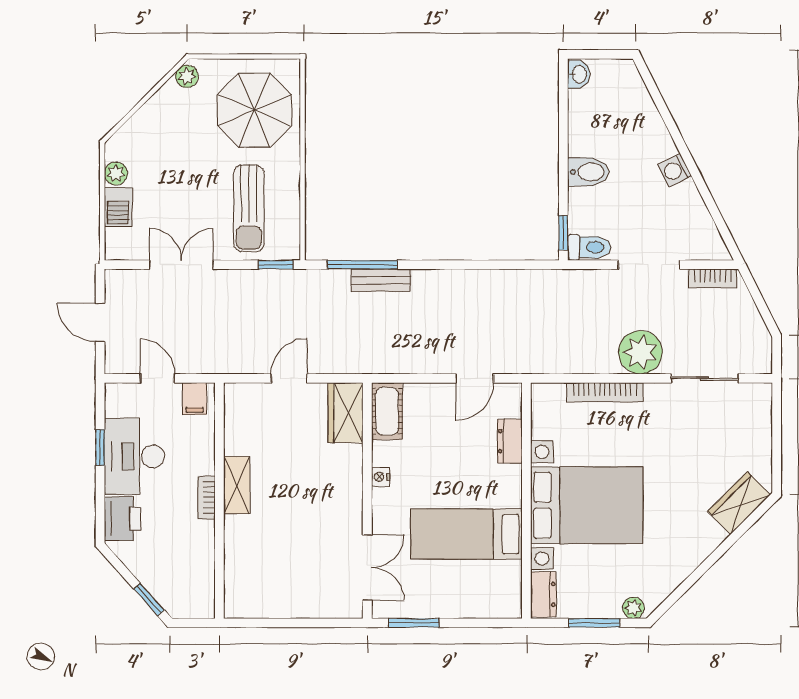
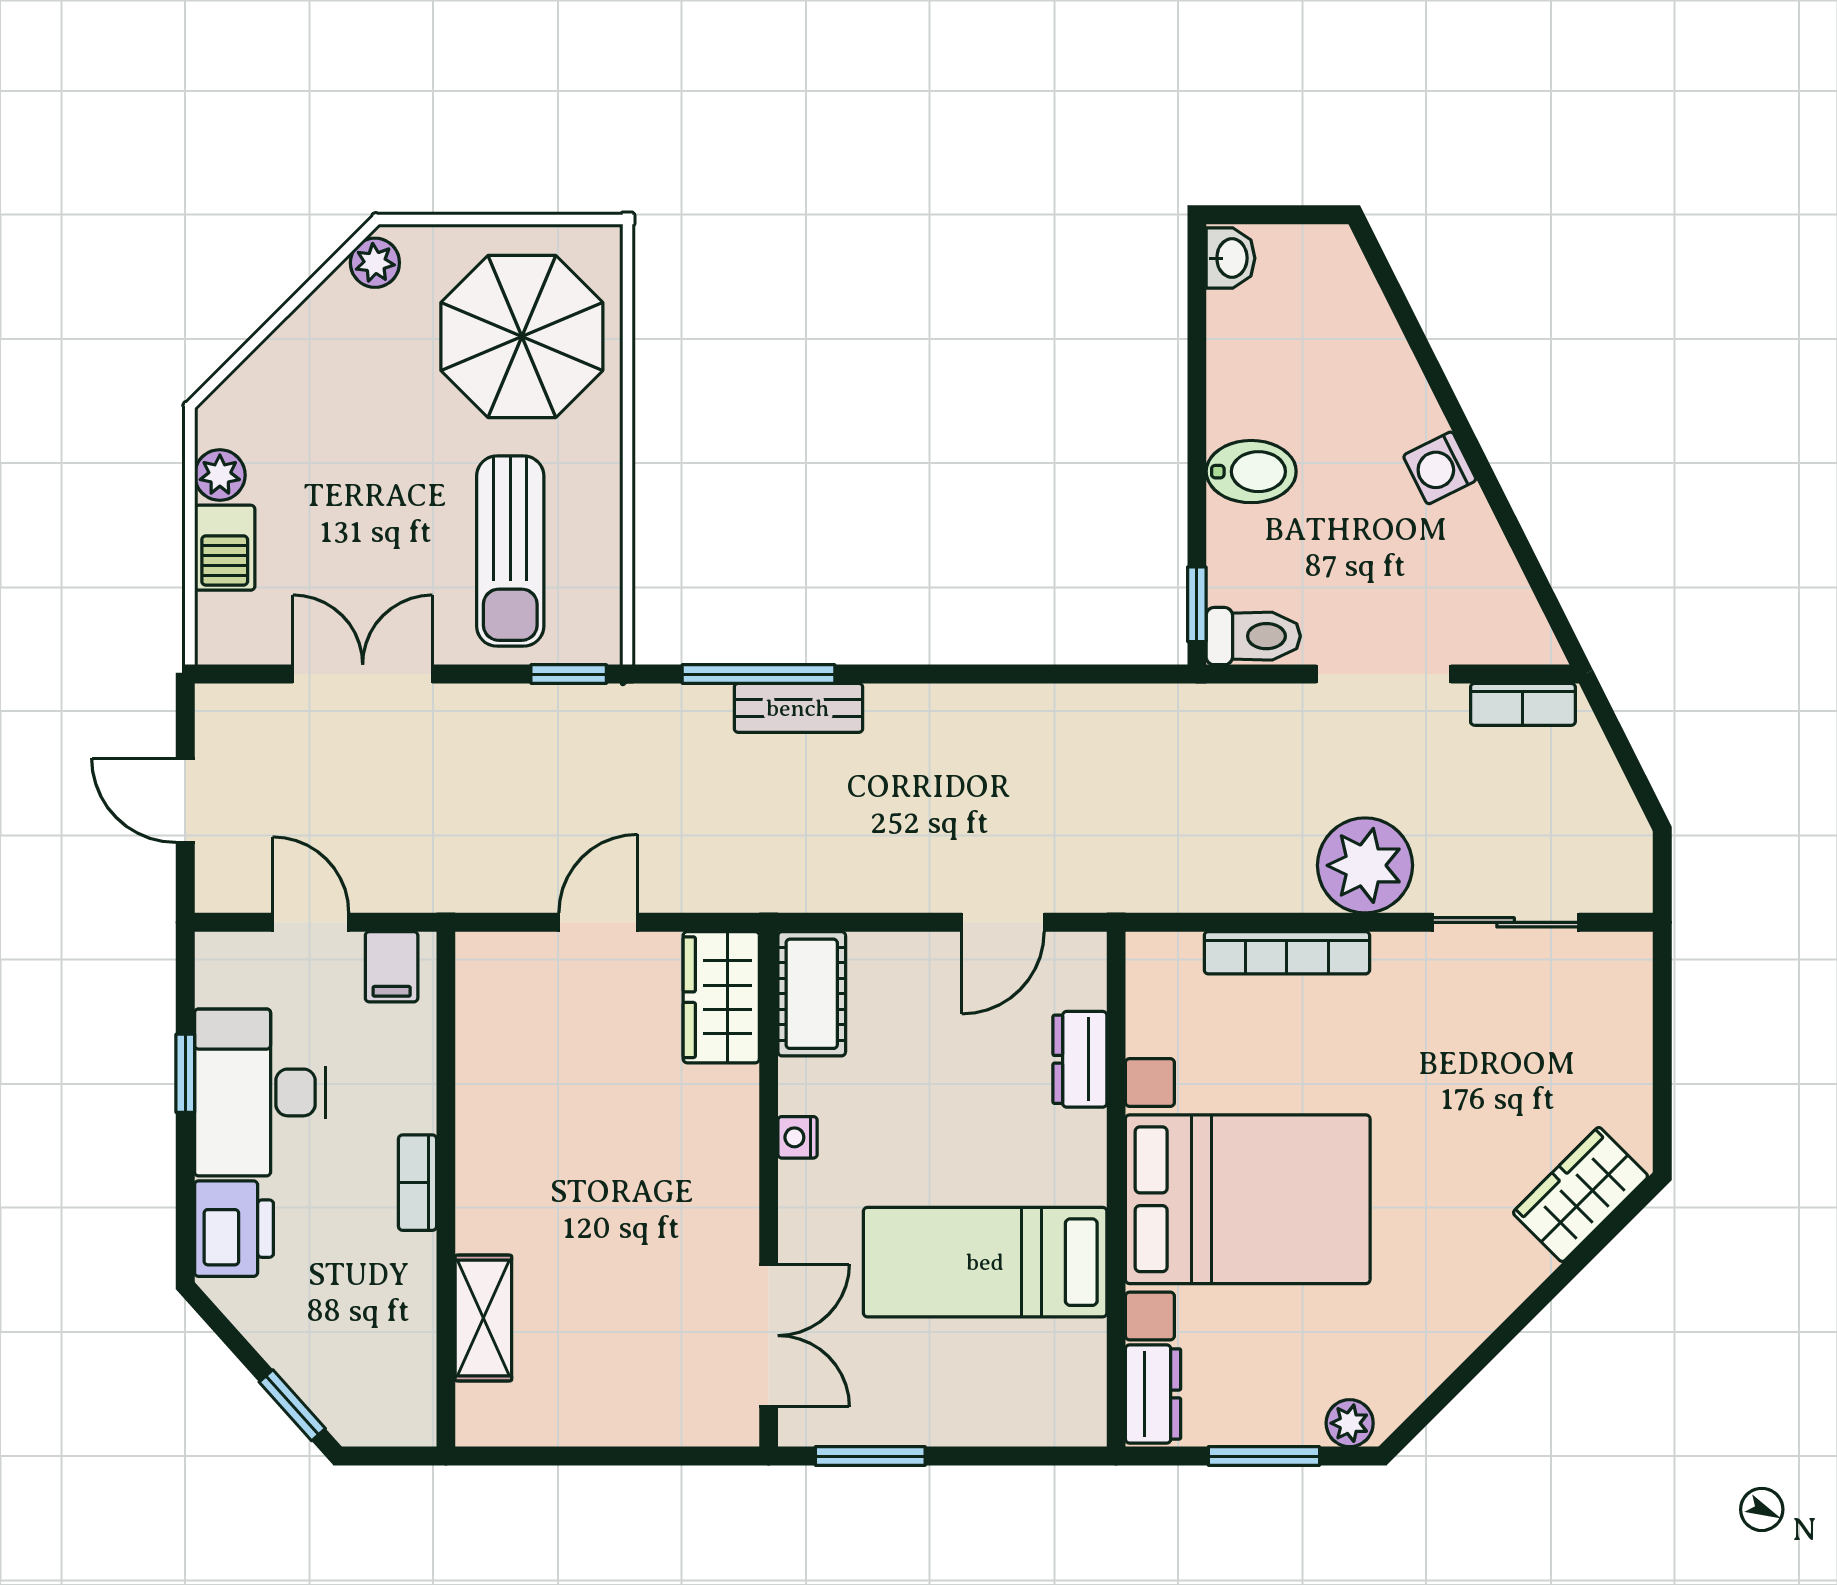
shelving: (237, 485) -> (483, 1318), moved

